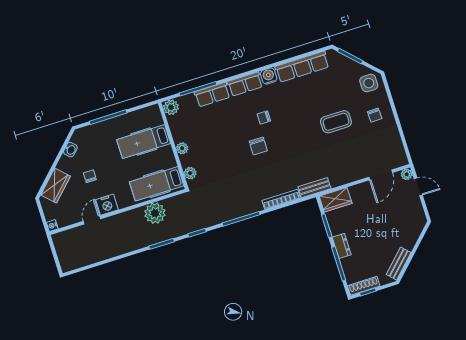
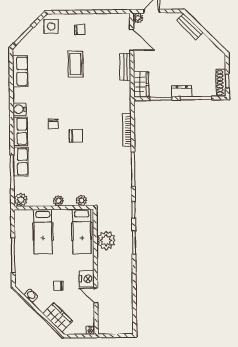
row of seats: (302, 67) -> (20, 71), width x0.68
bench: (314, 188) -> (125, 67), moved
bench: (399, 264) -> (190, 27), moved

